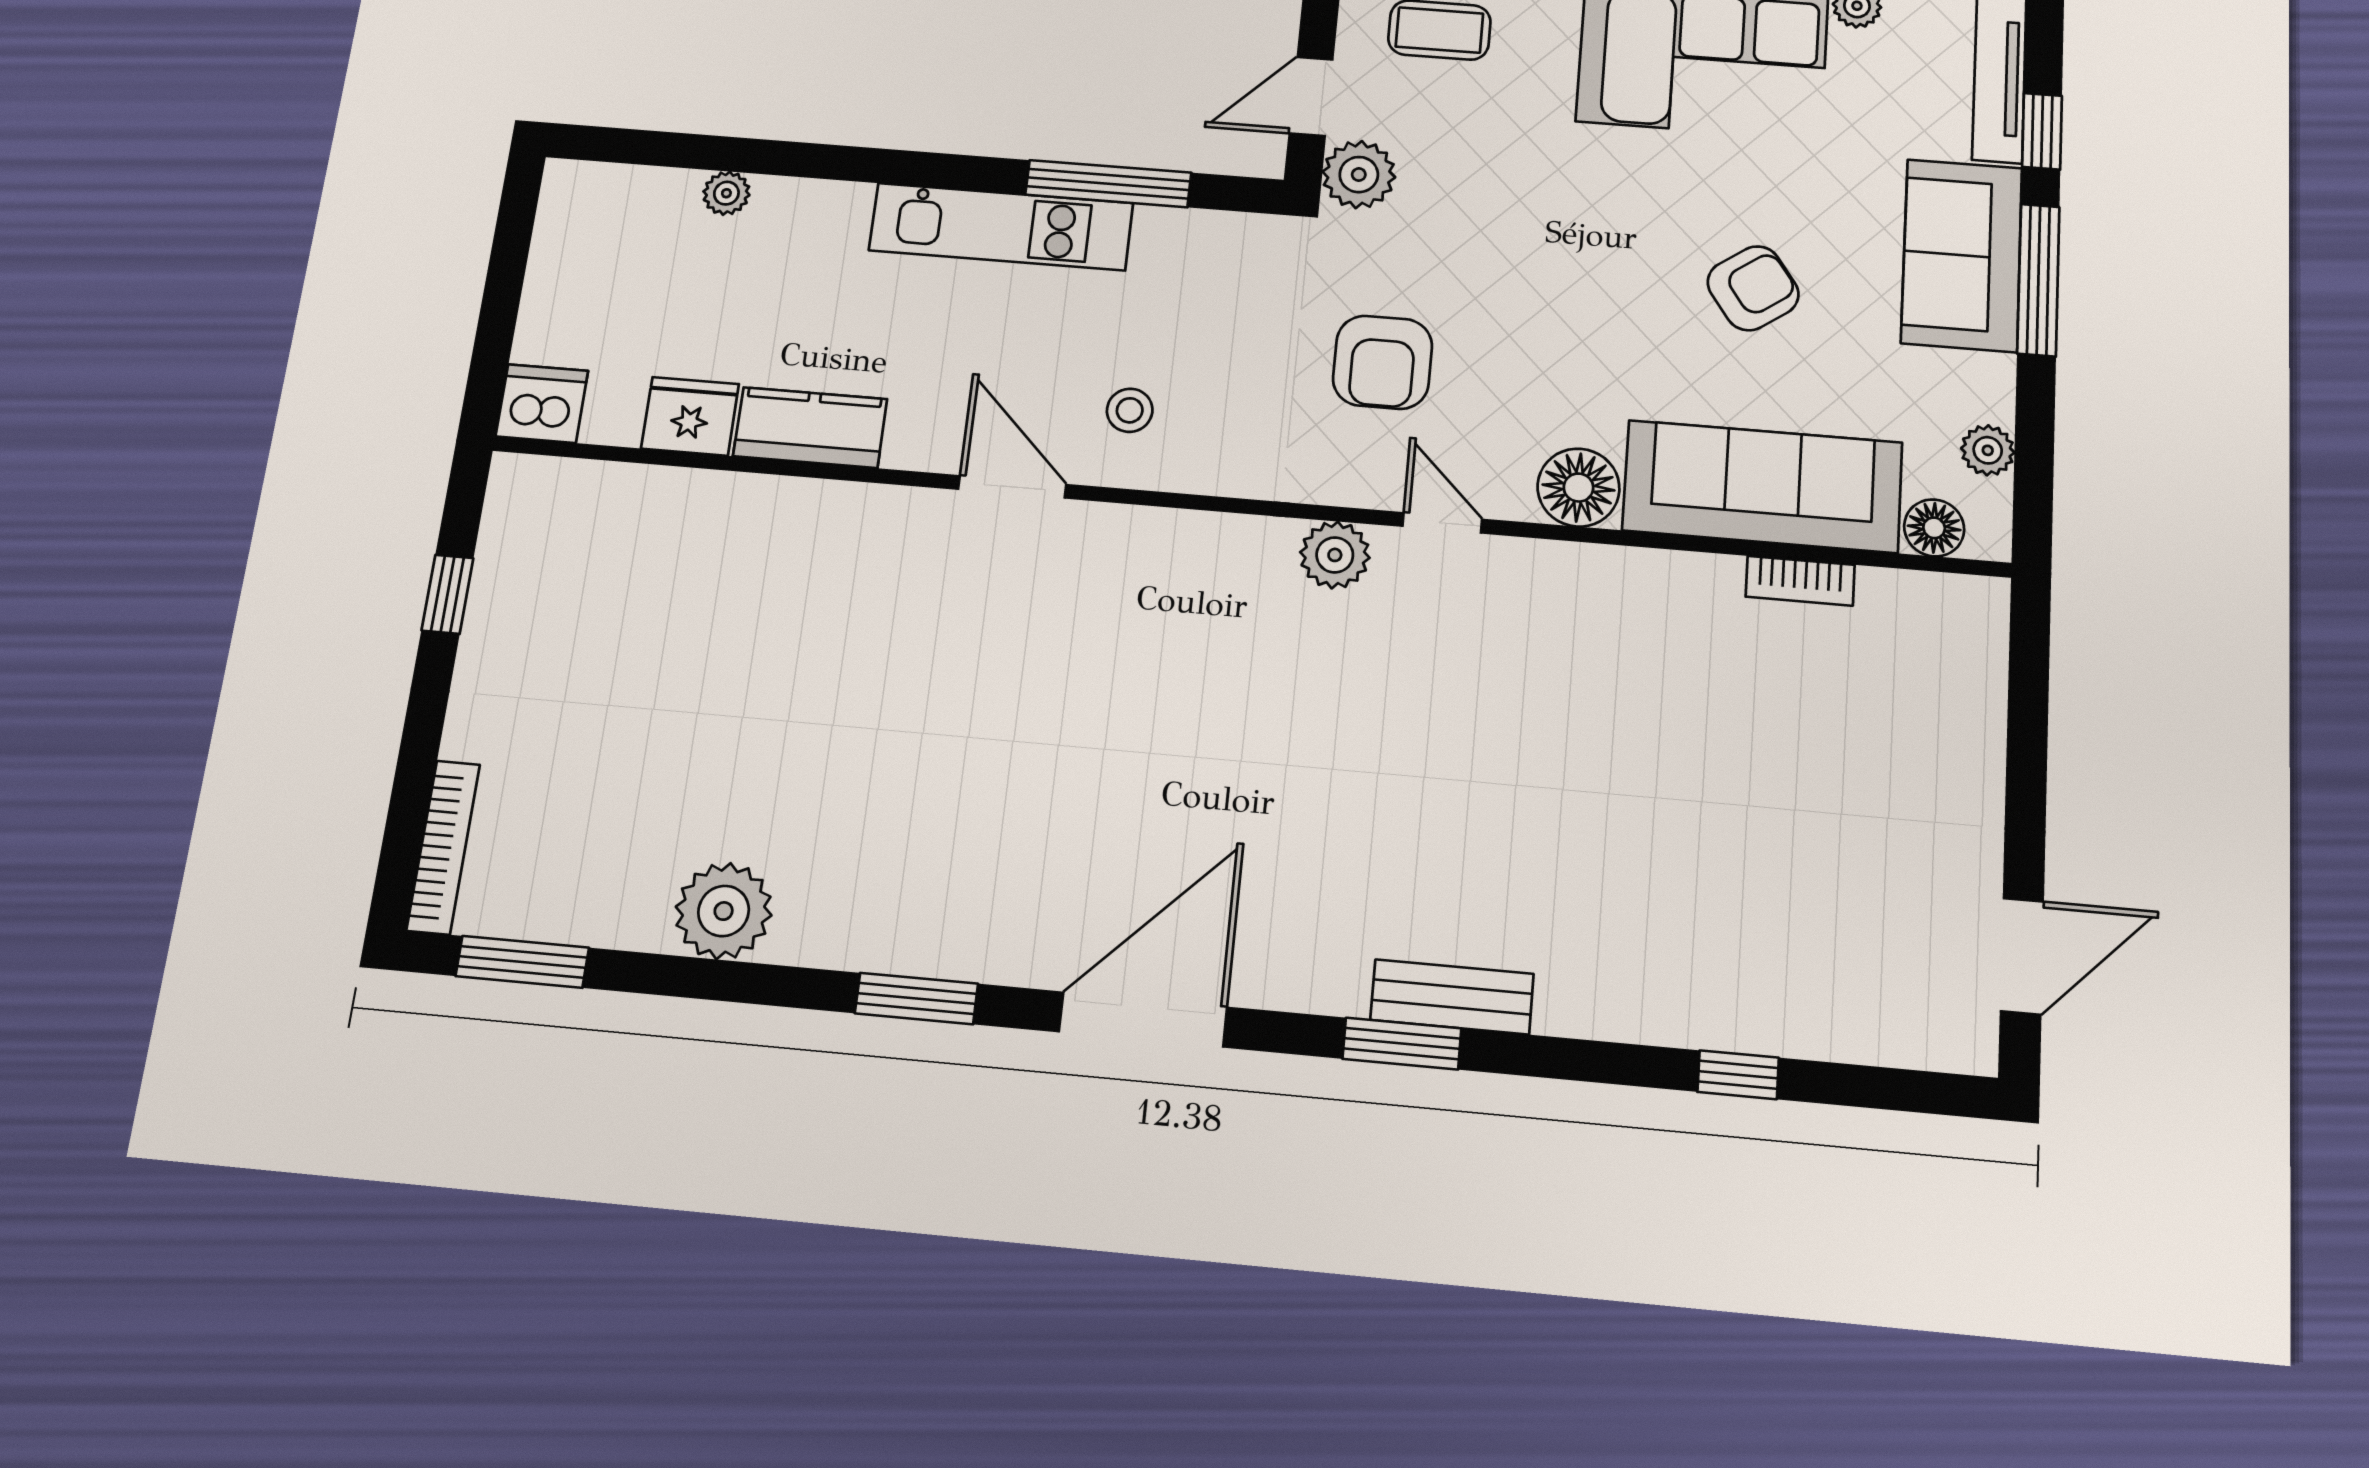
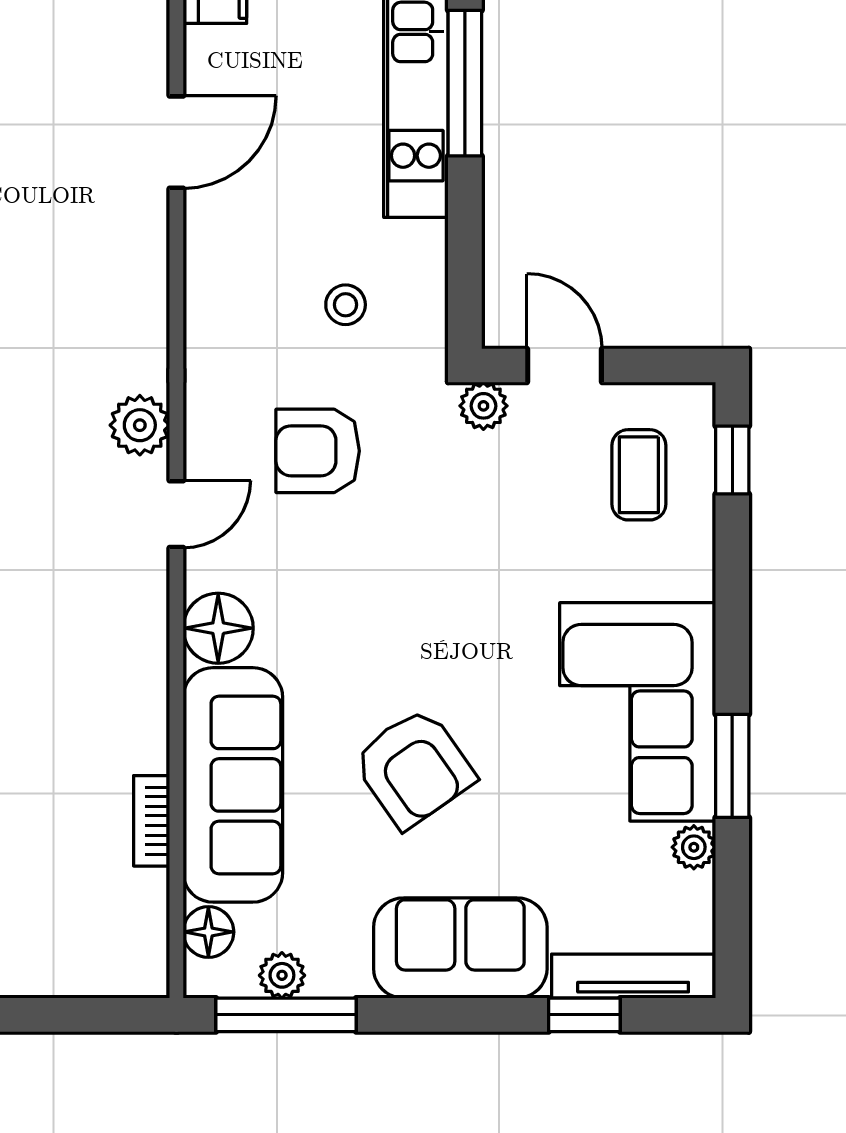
plant: (1359, 175) -> (483, 406), width x0.73, depth x0.73
window: (1108, 184) -> (465, 83), moved
window: (2038, 280) -> (286, 1015), moved
armchair: (1753, 288) -> (414, 768), width x1.38, depth x1.38
stool: (1130, 410) -> (346, 305), moved

